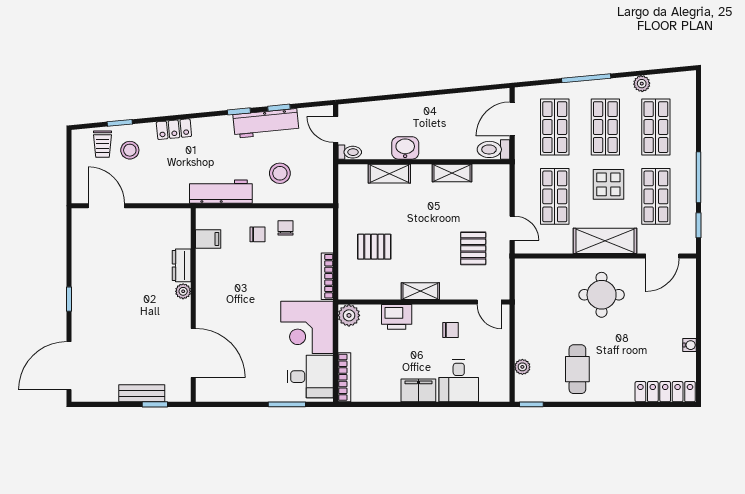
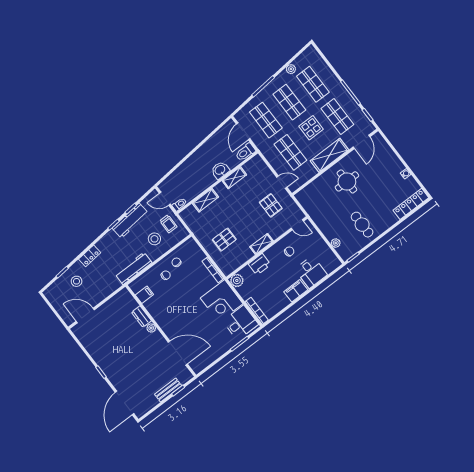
trolley: (102, 144) -> (168, 224), moved
washbasin: (405, 148) -> (220, 170), moved

